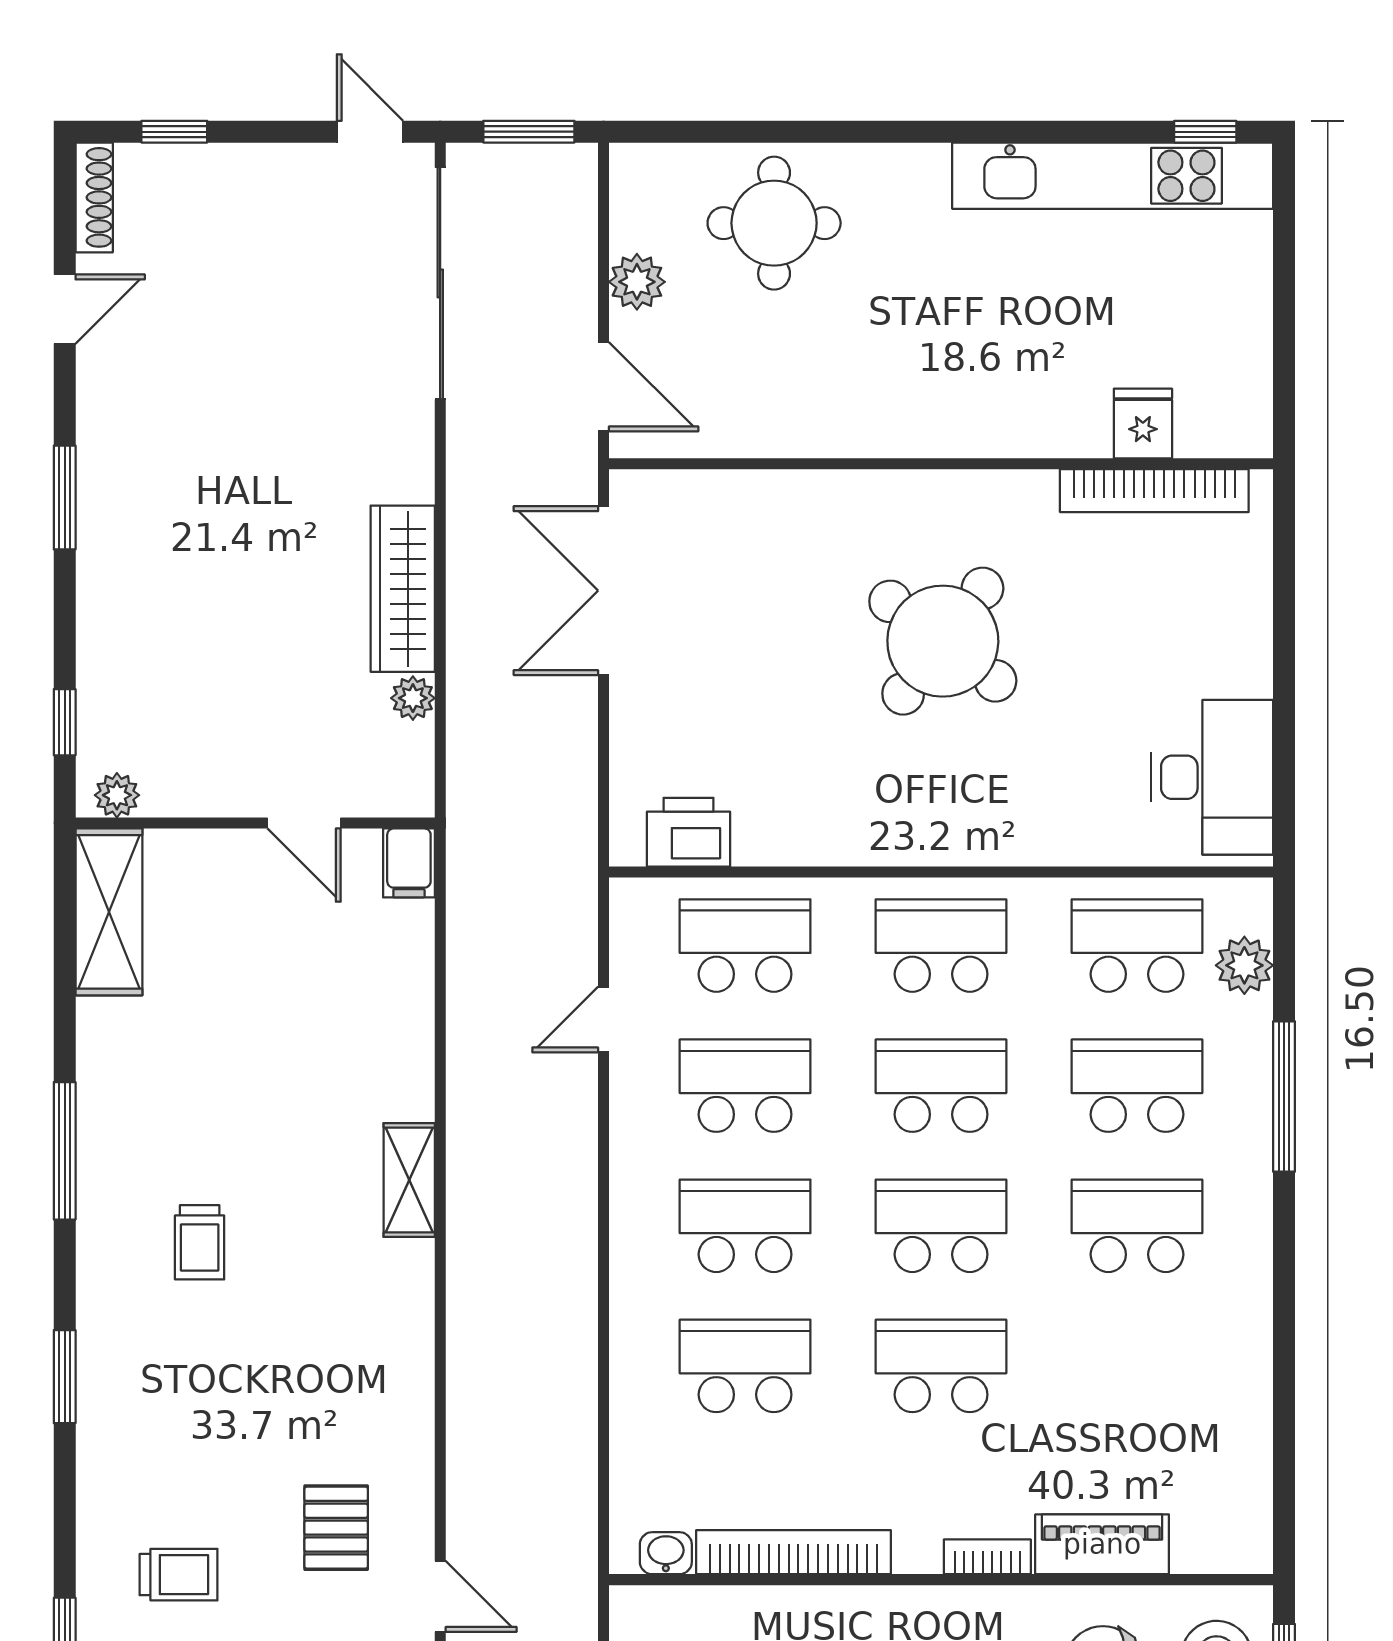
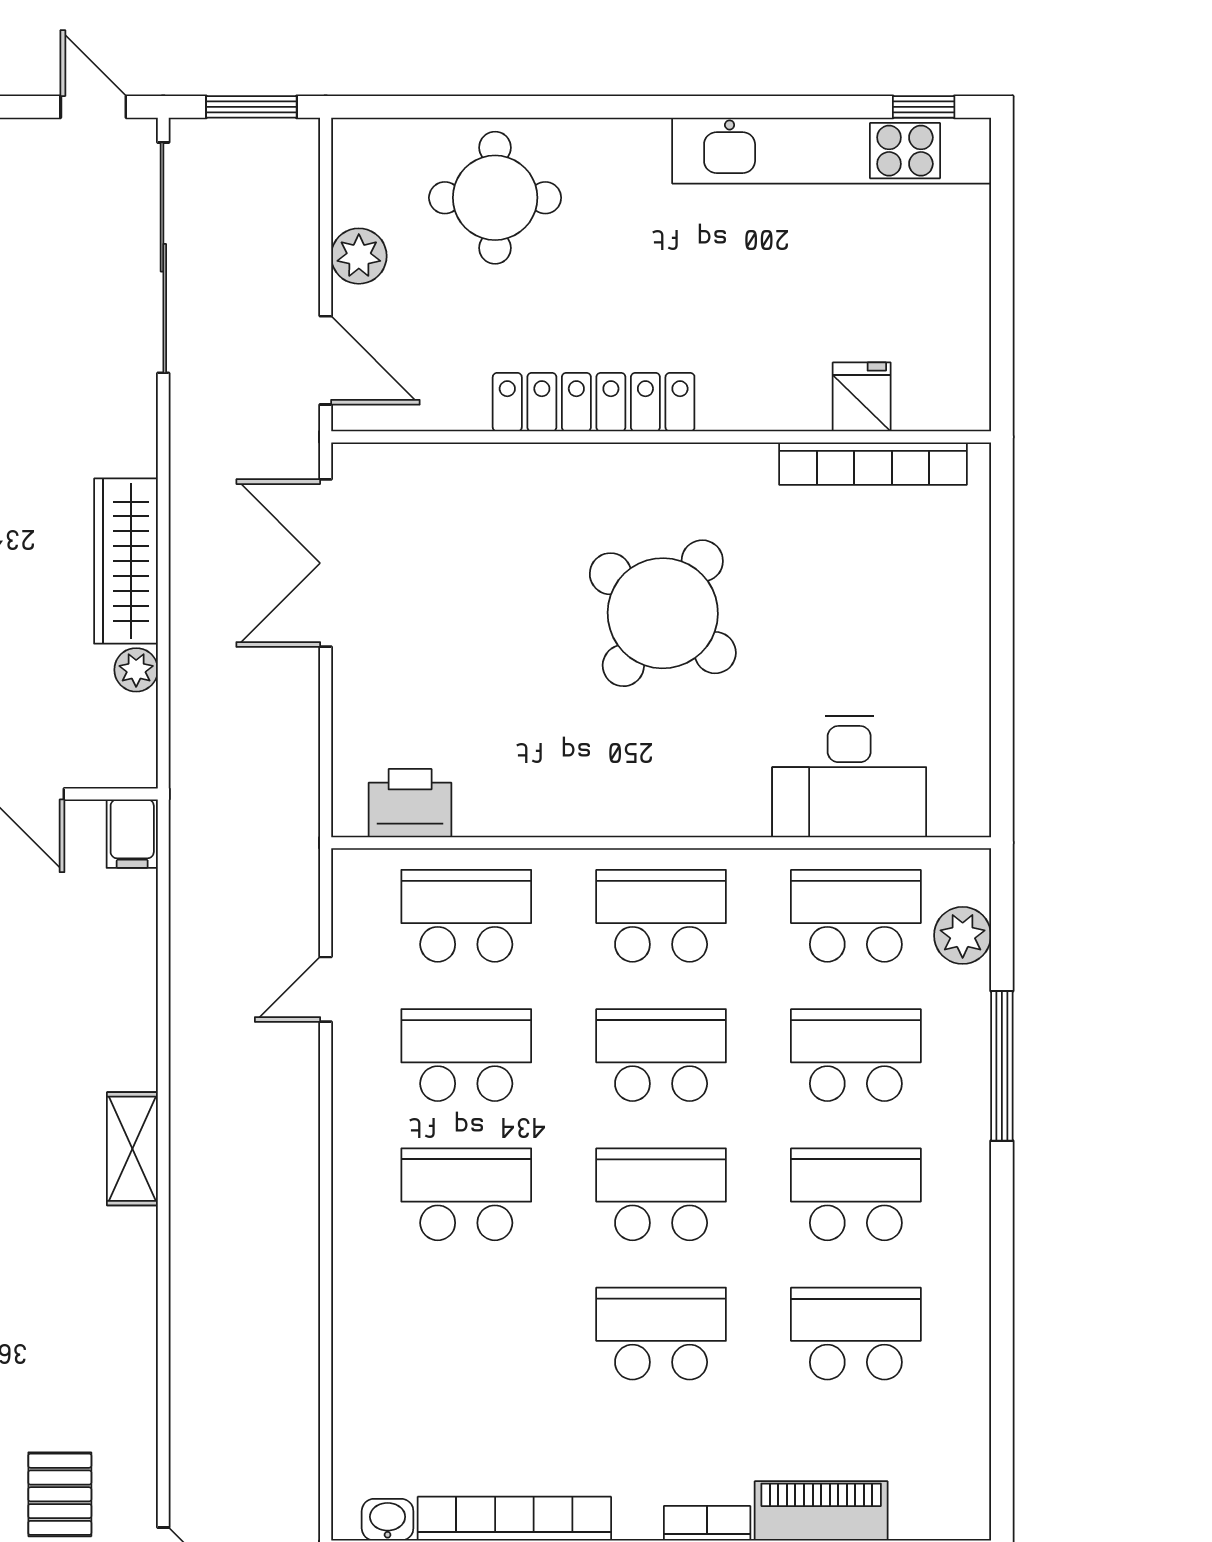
locker: (873, 429) -> (594, 402), added
desk: (1212, 777) -> (849, 777), moved, turned 90
school desk: (745, 1366) -> (856, 1334), moved

